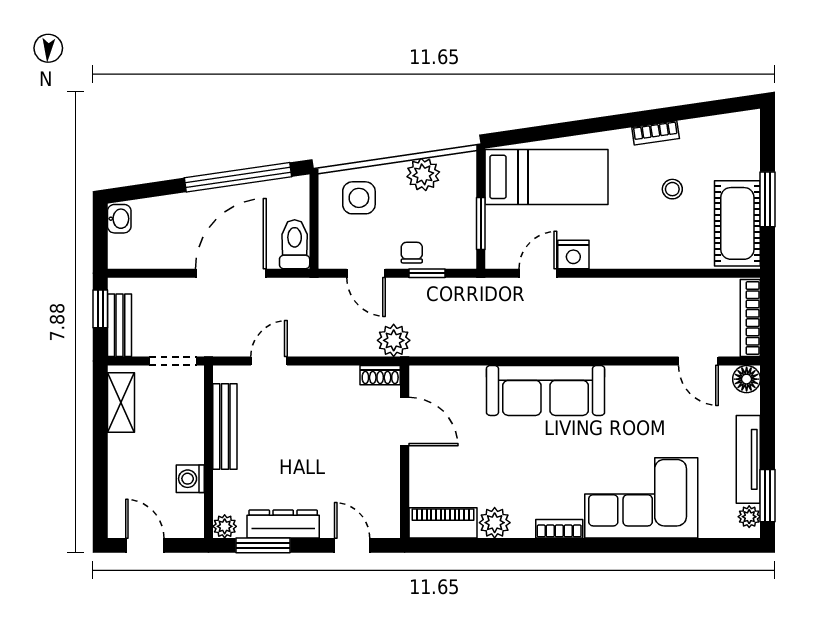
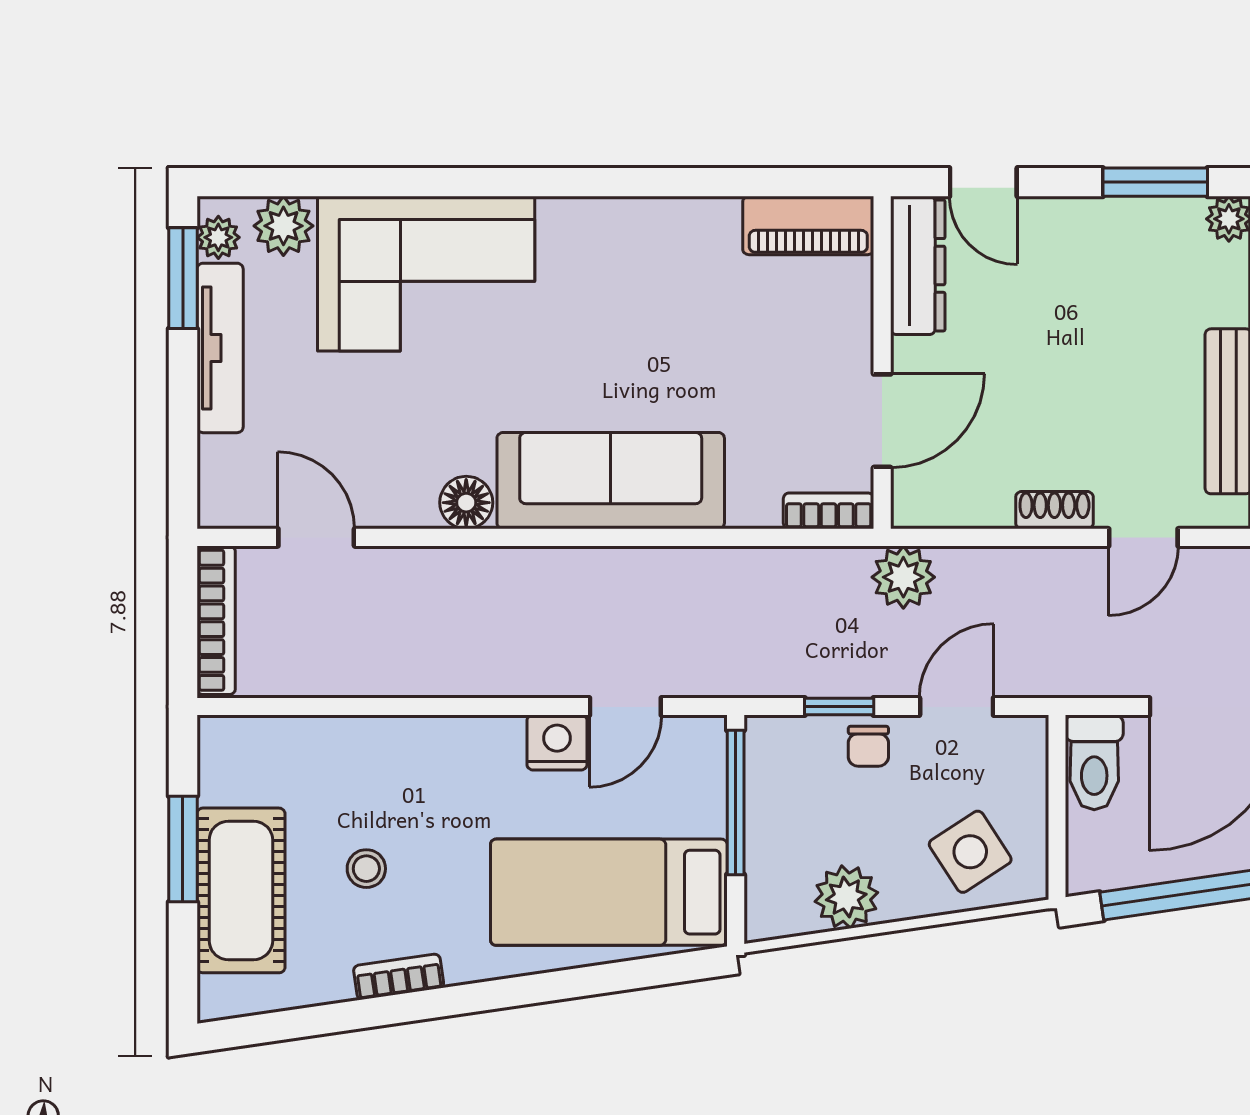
side table: (359, 198) -> (970, 852), turned -33
window: (481, 223) -> (736, 802), width x1.44
cot: (737, 223) -> (241, 890), moved
door: (366, 273) -> (957, 707), hinge flipped
shoe rack: (380, 375) -> (1054, 510), moved
floor lamp: (747, 379) -> (466, 503), moved
door: (405, 422) -> (882, 421), swing flipped
plant: (495, 523) -> (283, 226), moved
dresser: (283, 524) -> (918, 265), moved, turned -90
bookcase: (559, 529) -> (829, 511), moved, turned 180

